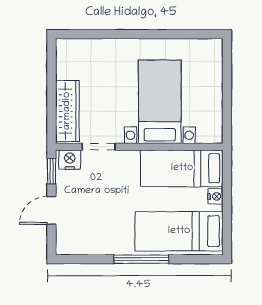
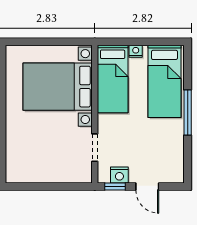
bed with nightstands: (160, 102) -> (58, 87), width x1.36
wardrobe: (67, 111) -> (65, 173), removed
nightstand: (70, 160) -> (119, 175), moved, turned -90

